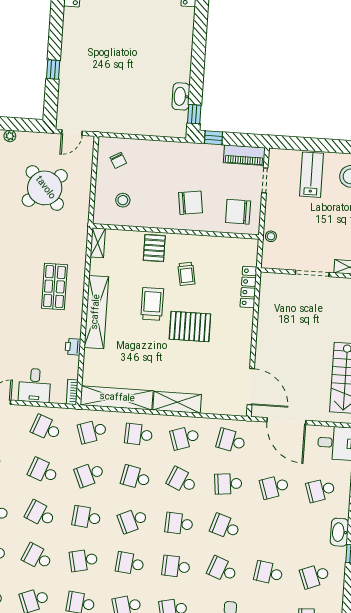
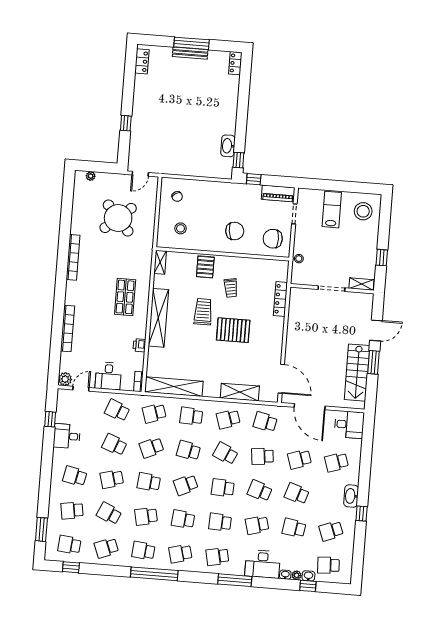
shelving: (177, 402) -> (240, 392), moved
school desk: (40, 514) -> (112, 479), turned -39
school desk: (271, 530) -> (297, 494), added
school desk: (222, 570) -> (257, 525), turned -36

